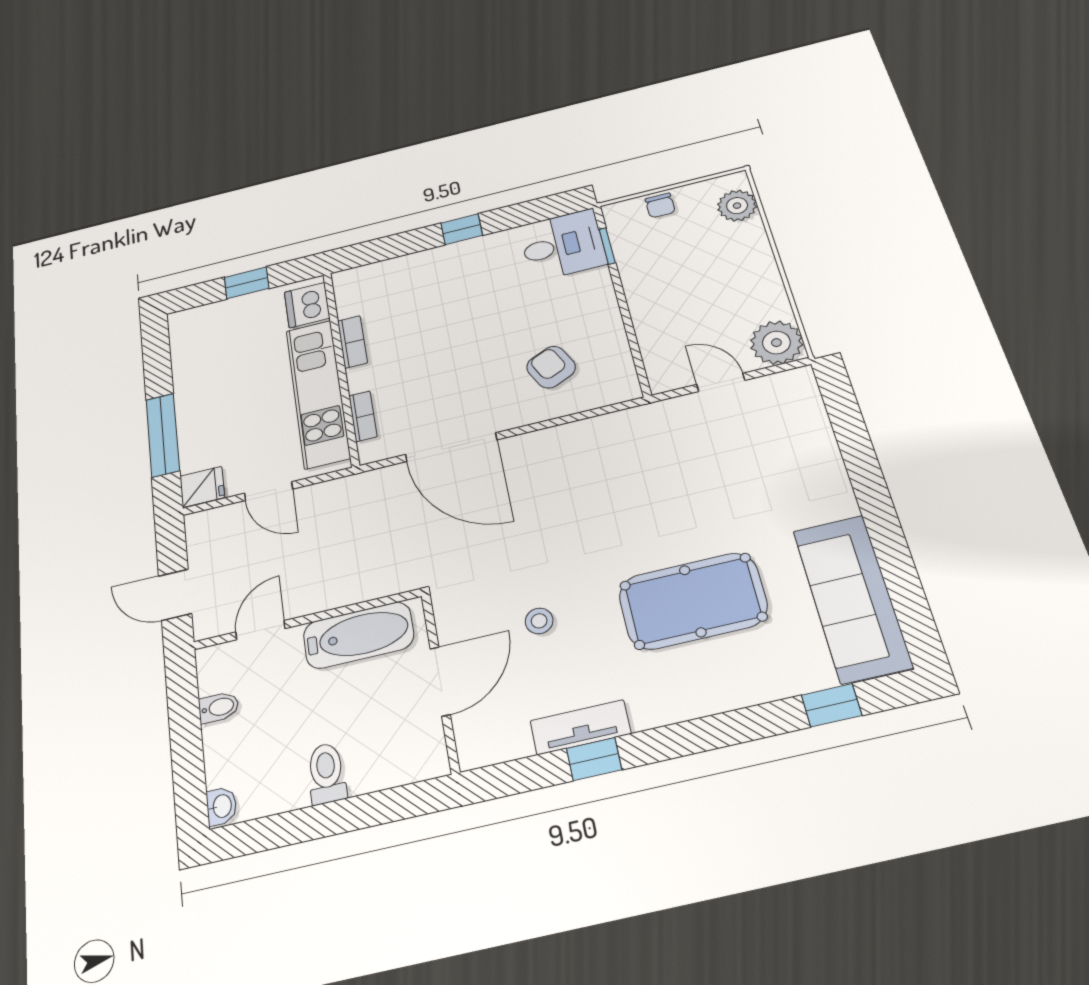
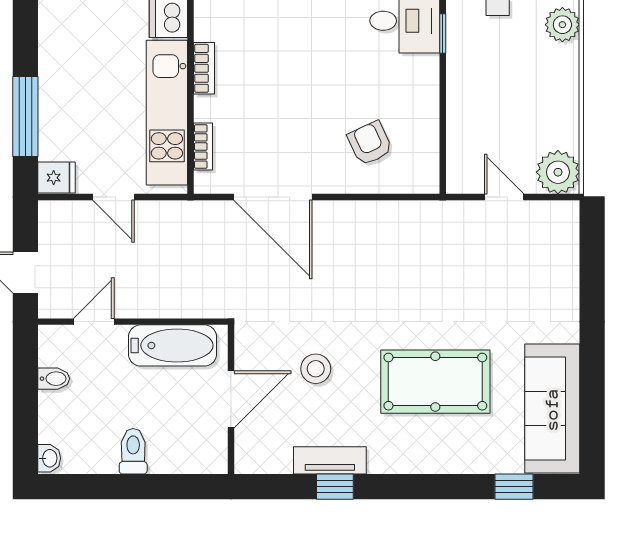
stool: (539, 621) -> (316, 369), width x1.37, depth x1.37

